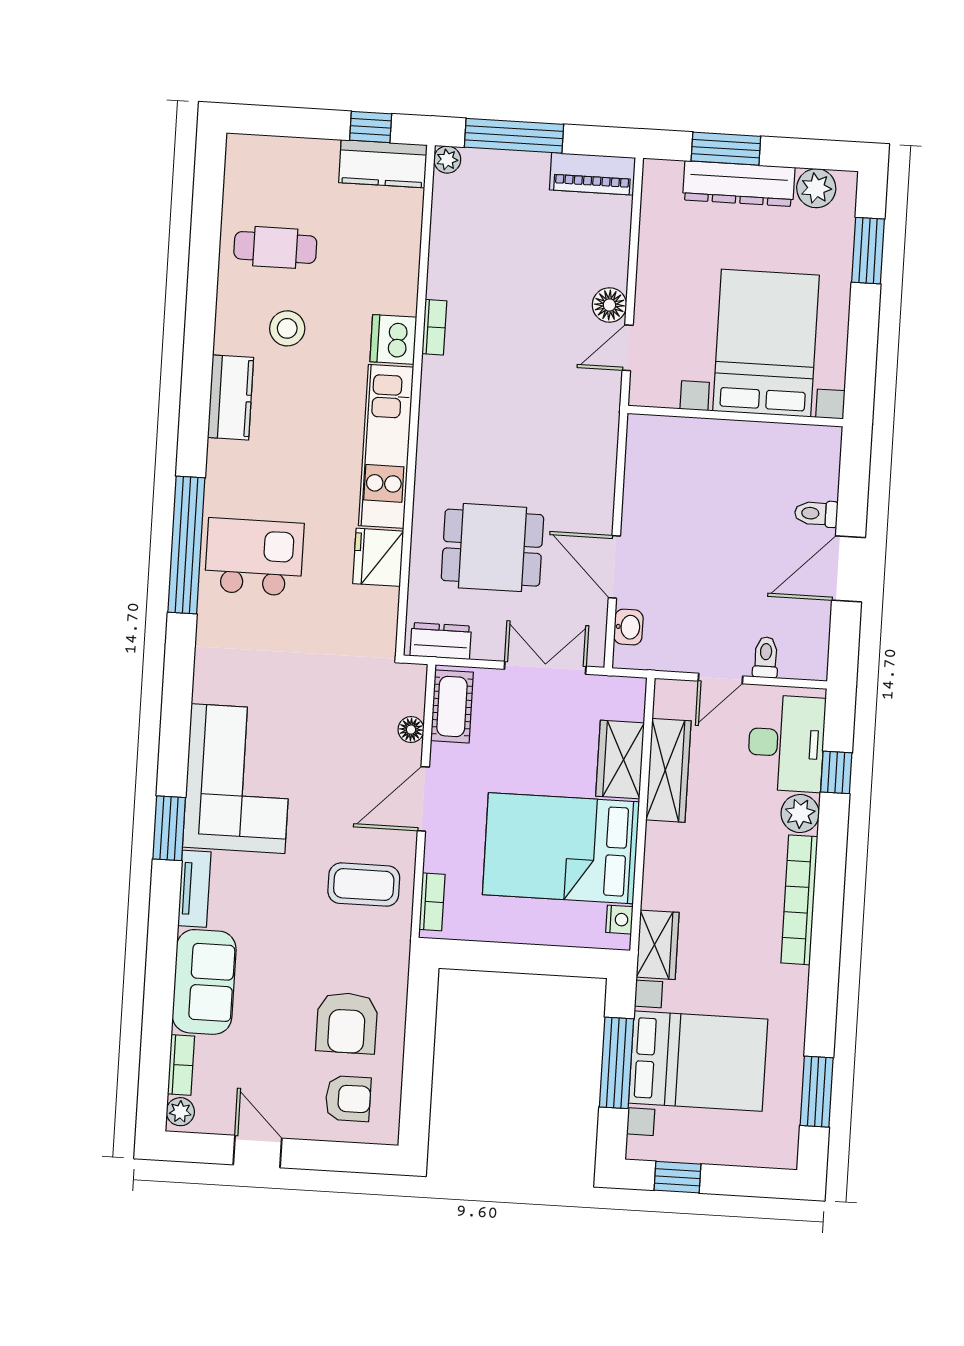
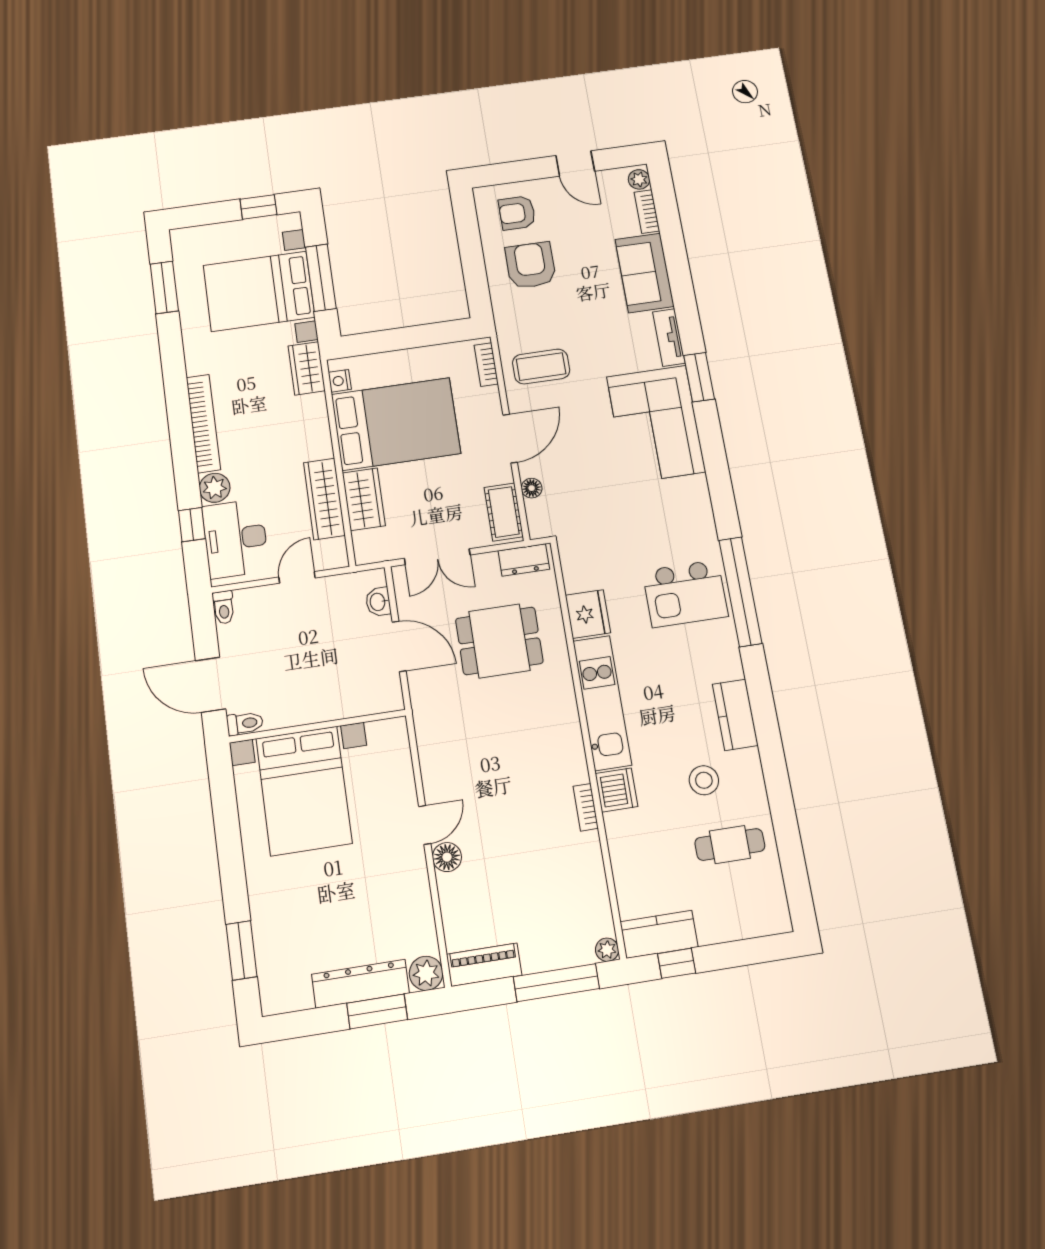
plant: (816, 188) -> (426, 973), moved
bed with nightstands: (766, 343) -> (304, 791), moved
wall: (735, 416) -> (318, 726), moved
door: (849, 569) -> (211, 685), swing flipped
toilet: (766, 657) -> (224, 607), moved

